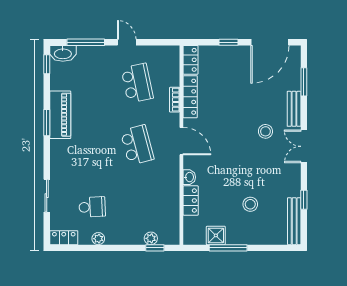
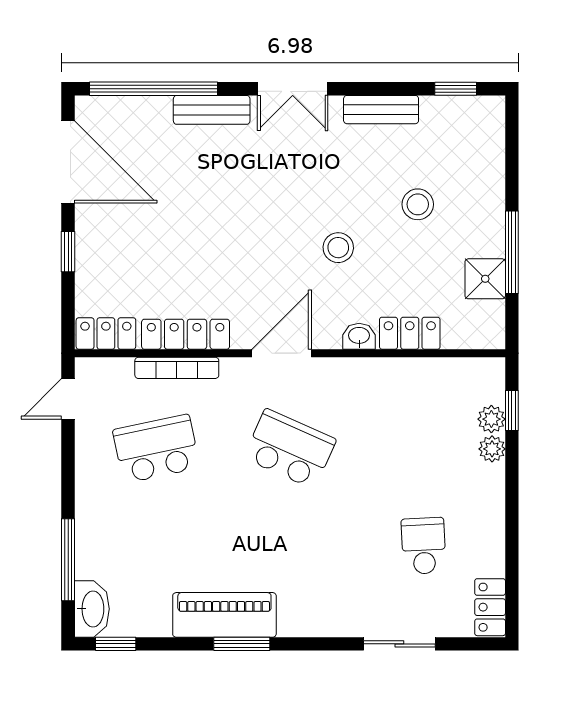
door: (127, 42) -> (68, 399), moved
window: (304, 82) -> (153, 89), width x2.11
bookcase: (175, 100) -> (177, 368), width x1.56
stool: (265, 131) -> (338, 248), moved
school desk: (137, 145) -> (290, 449), turned 39
window: (304, 200) -> (456, 89), moved
bench: (294, 221) -> (381, 110), moved, width x0.73
plant: (98, 239) -> (492, 449), moved

